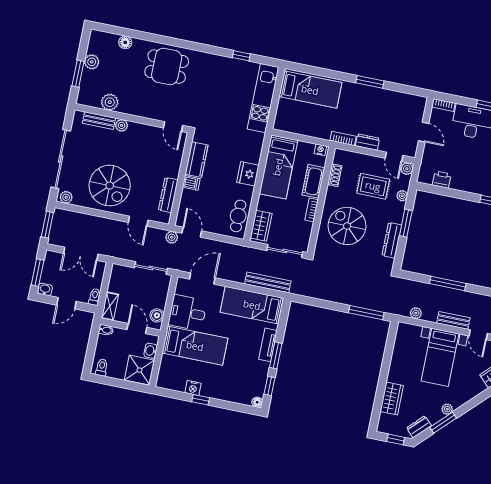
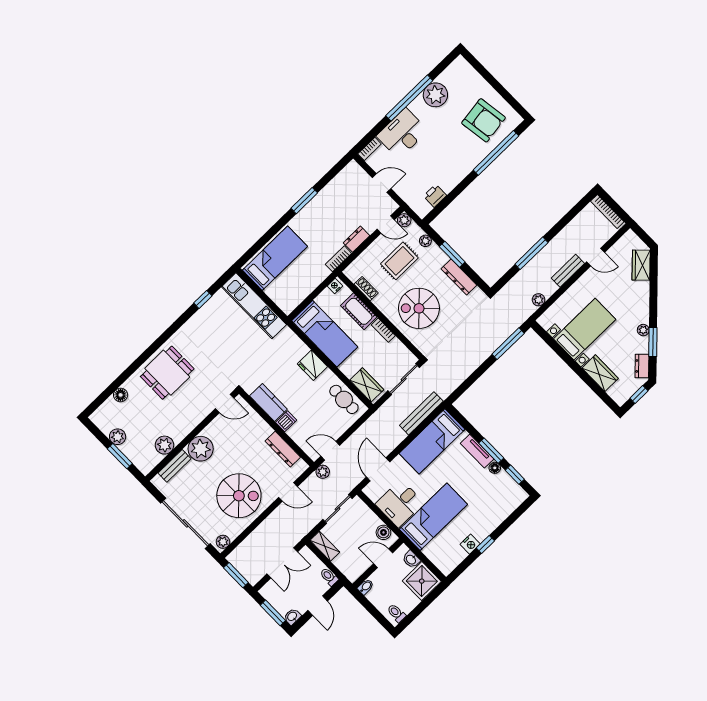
plant: (122, 125) -> (201, 449), width x1.87, depth x1.87
shelving: (110, 306) -> (325, 546), moved
bed with nightstands: (440, 357) -> (585, 329), moved, turned -90
floor lamp: (257, 402) -> (495, 468), moved

